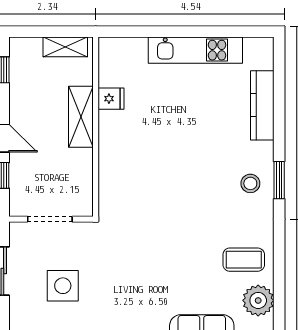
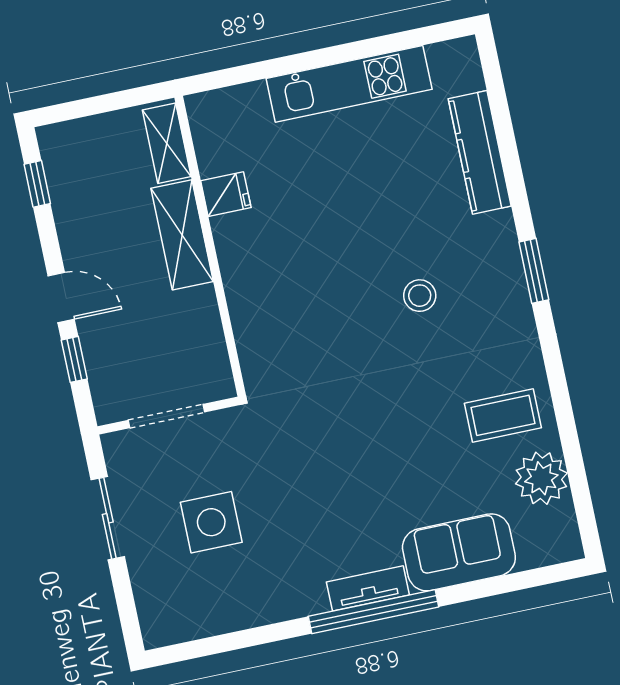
shelving: (65, 47) -> (167, 143), moved, turned 90
stool: (250, 183) -> (420, 296), moved

